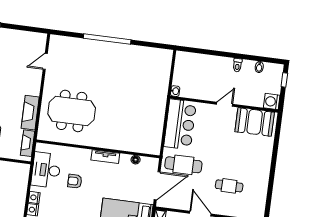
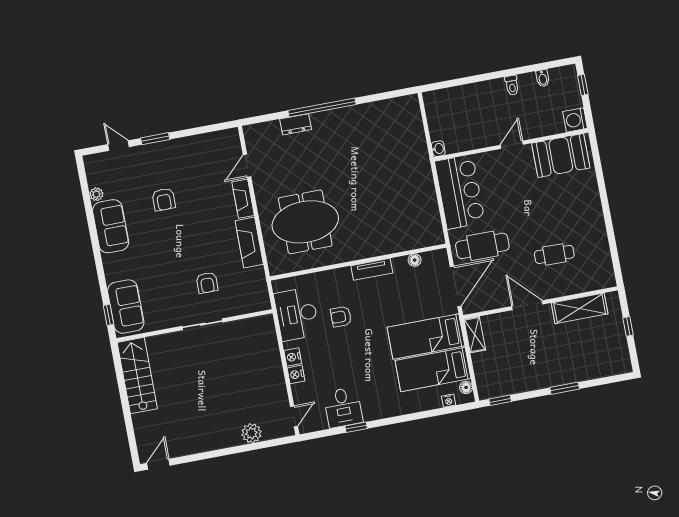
dresser: (86, 44) -> (296, 124), added
fireplace: (28, 143) -> (243, 199), moved

